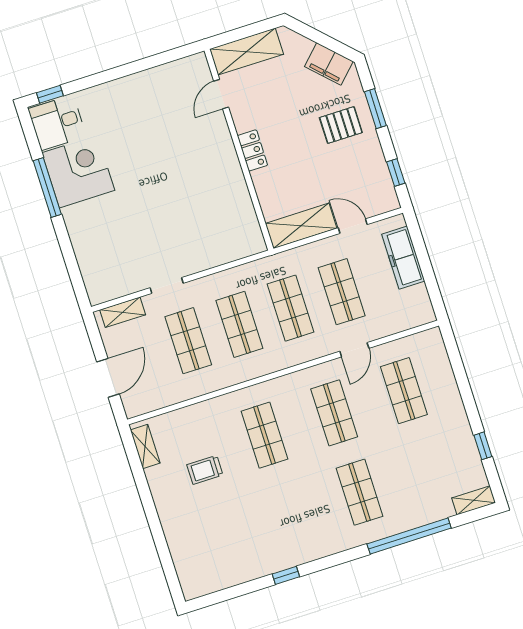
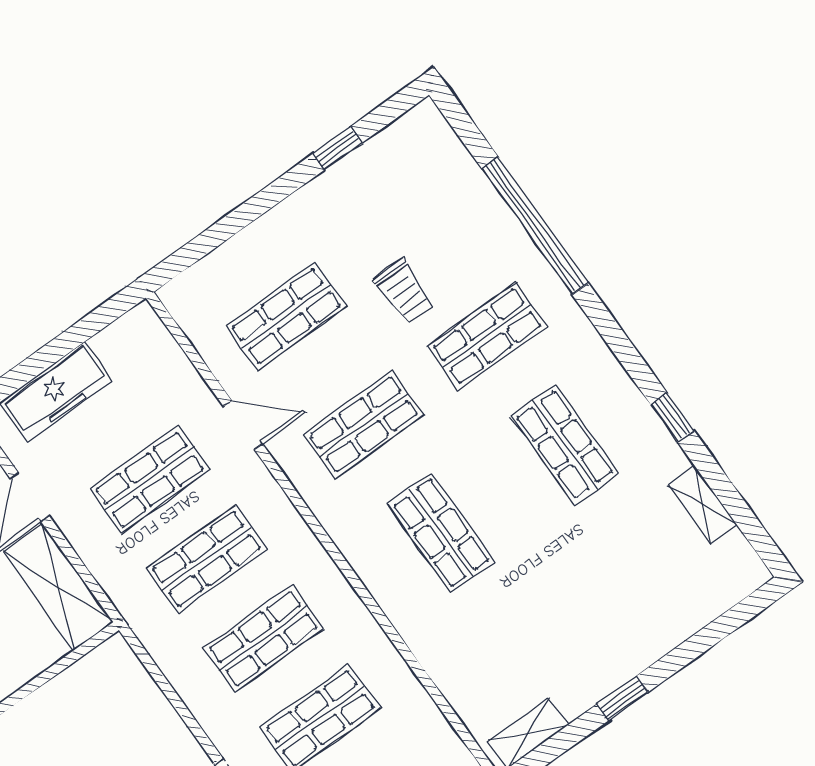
shop shelf: (264, 435) -> (441, 533), turned 90
trolley: (205, 470) -> (404, 292), moved
shelving: (474, 500) -> (702, 504), moved
window: (148, 502) -> (623, 698), added
shop shelf: (290, 514) -> (565, 445), added

